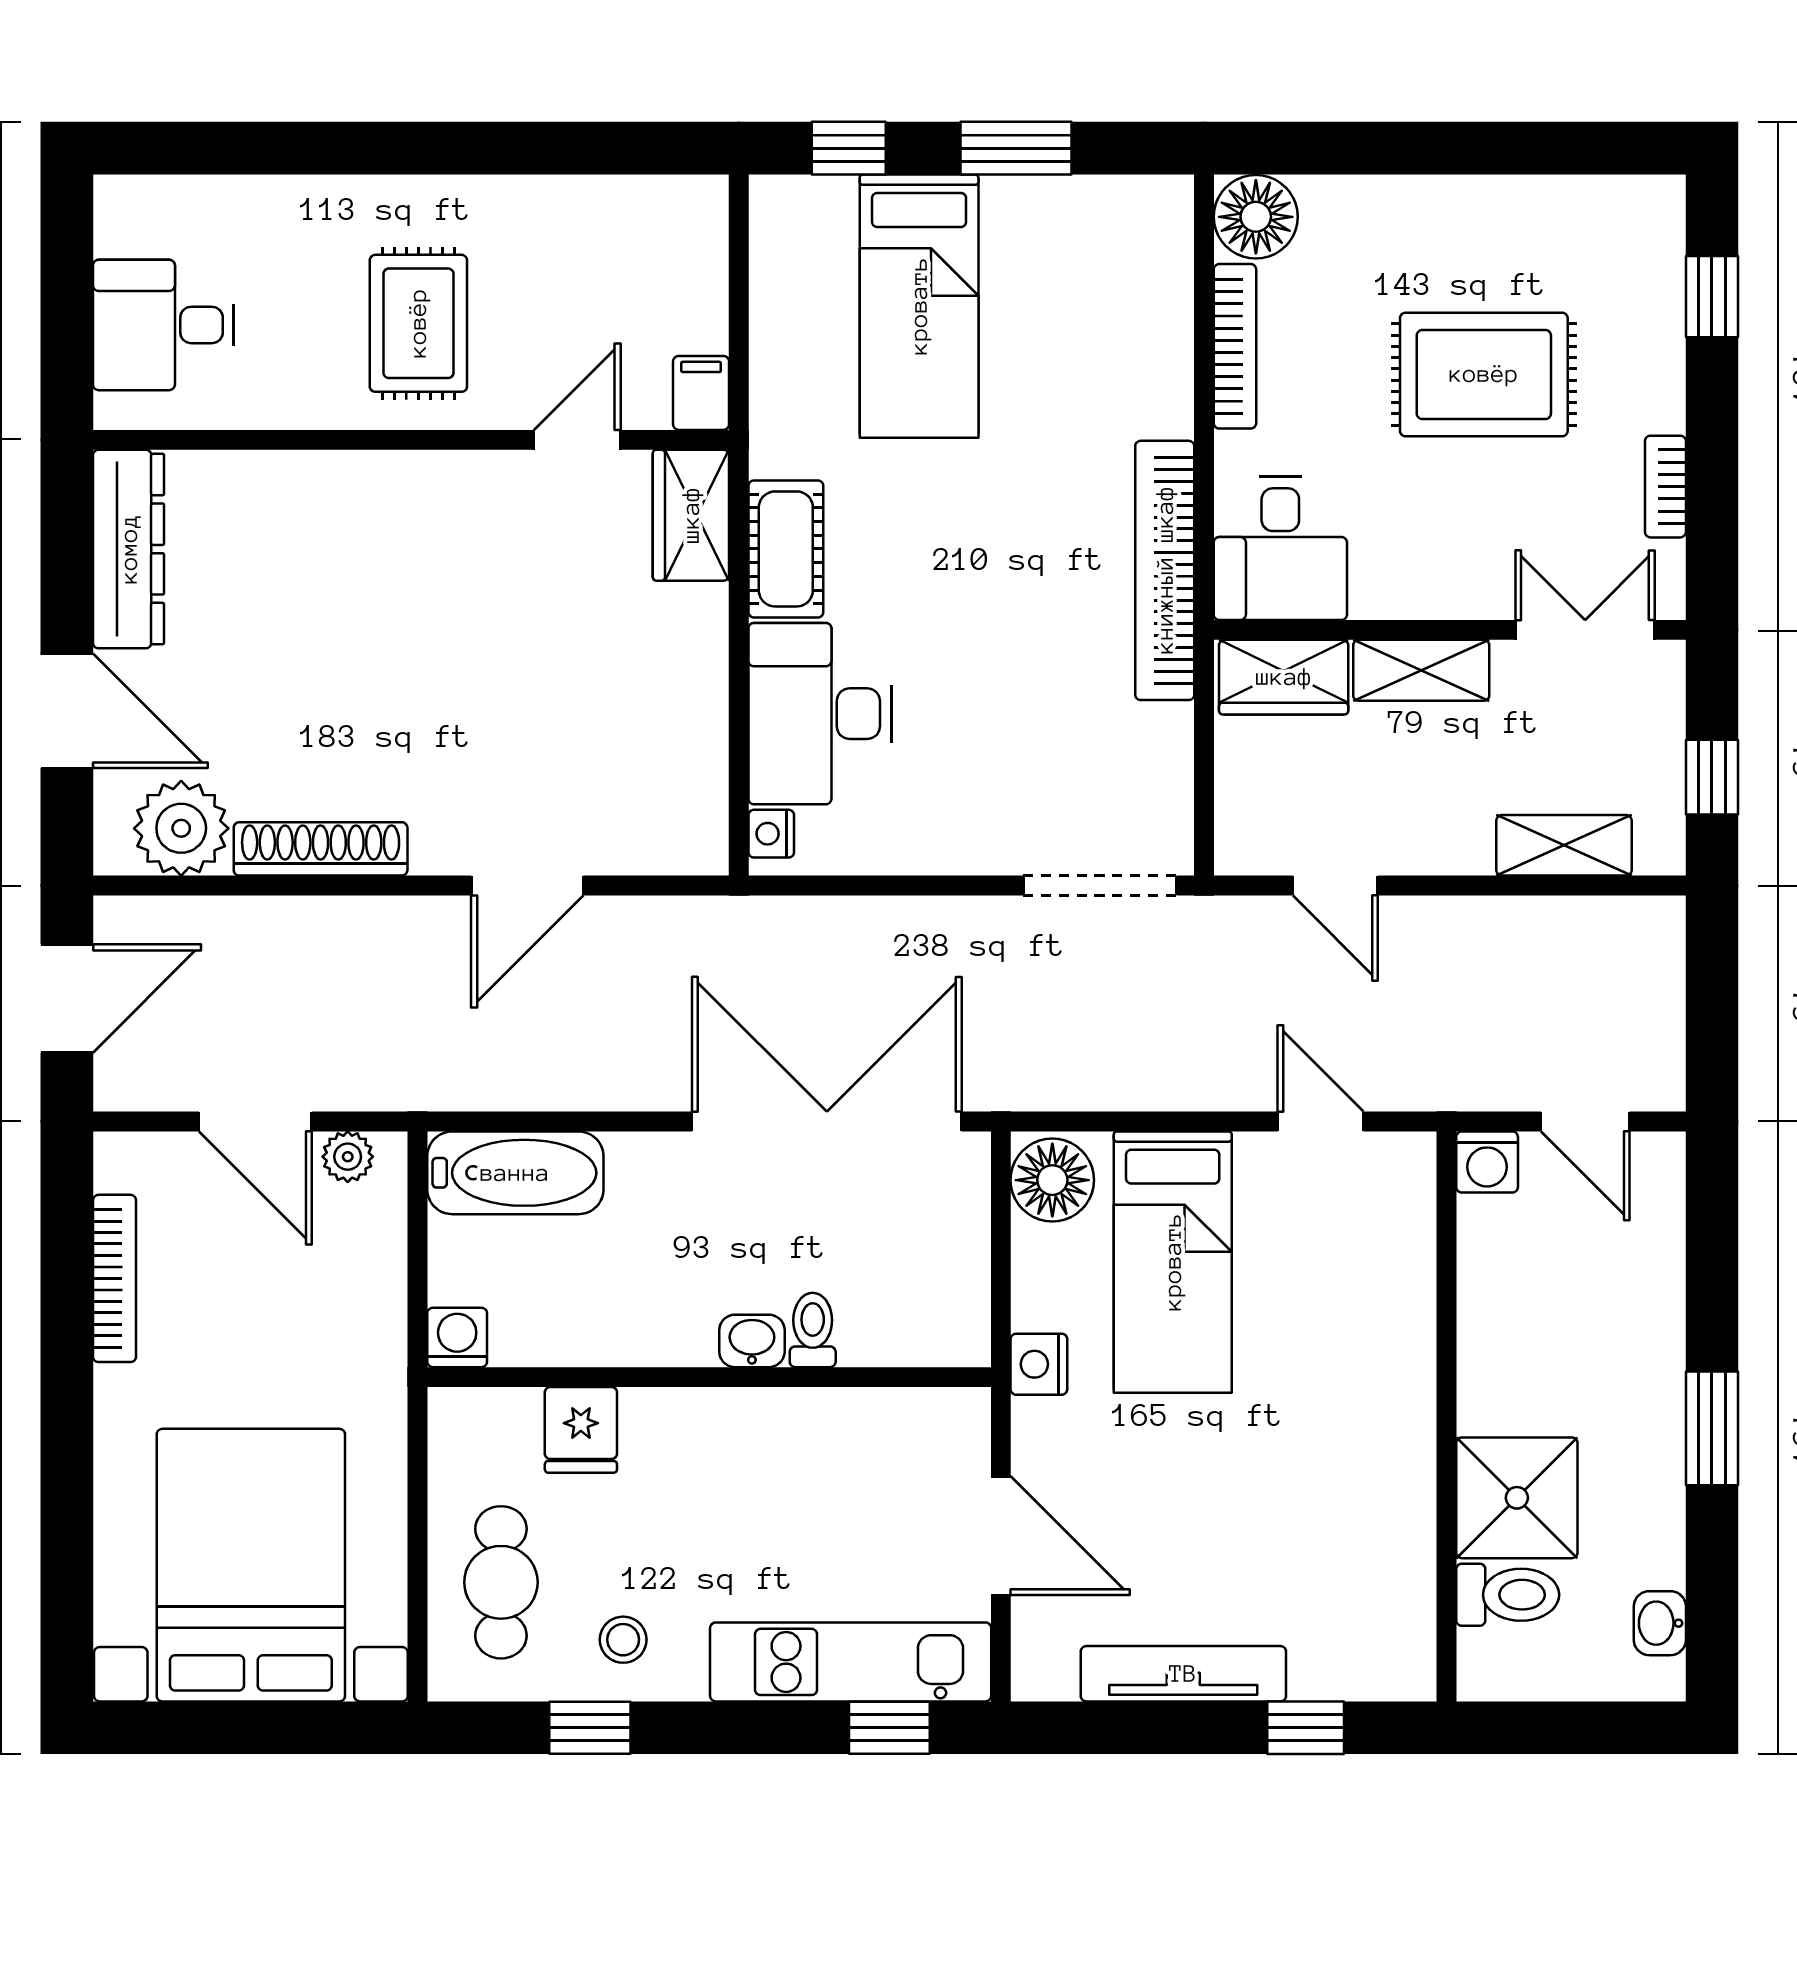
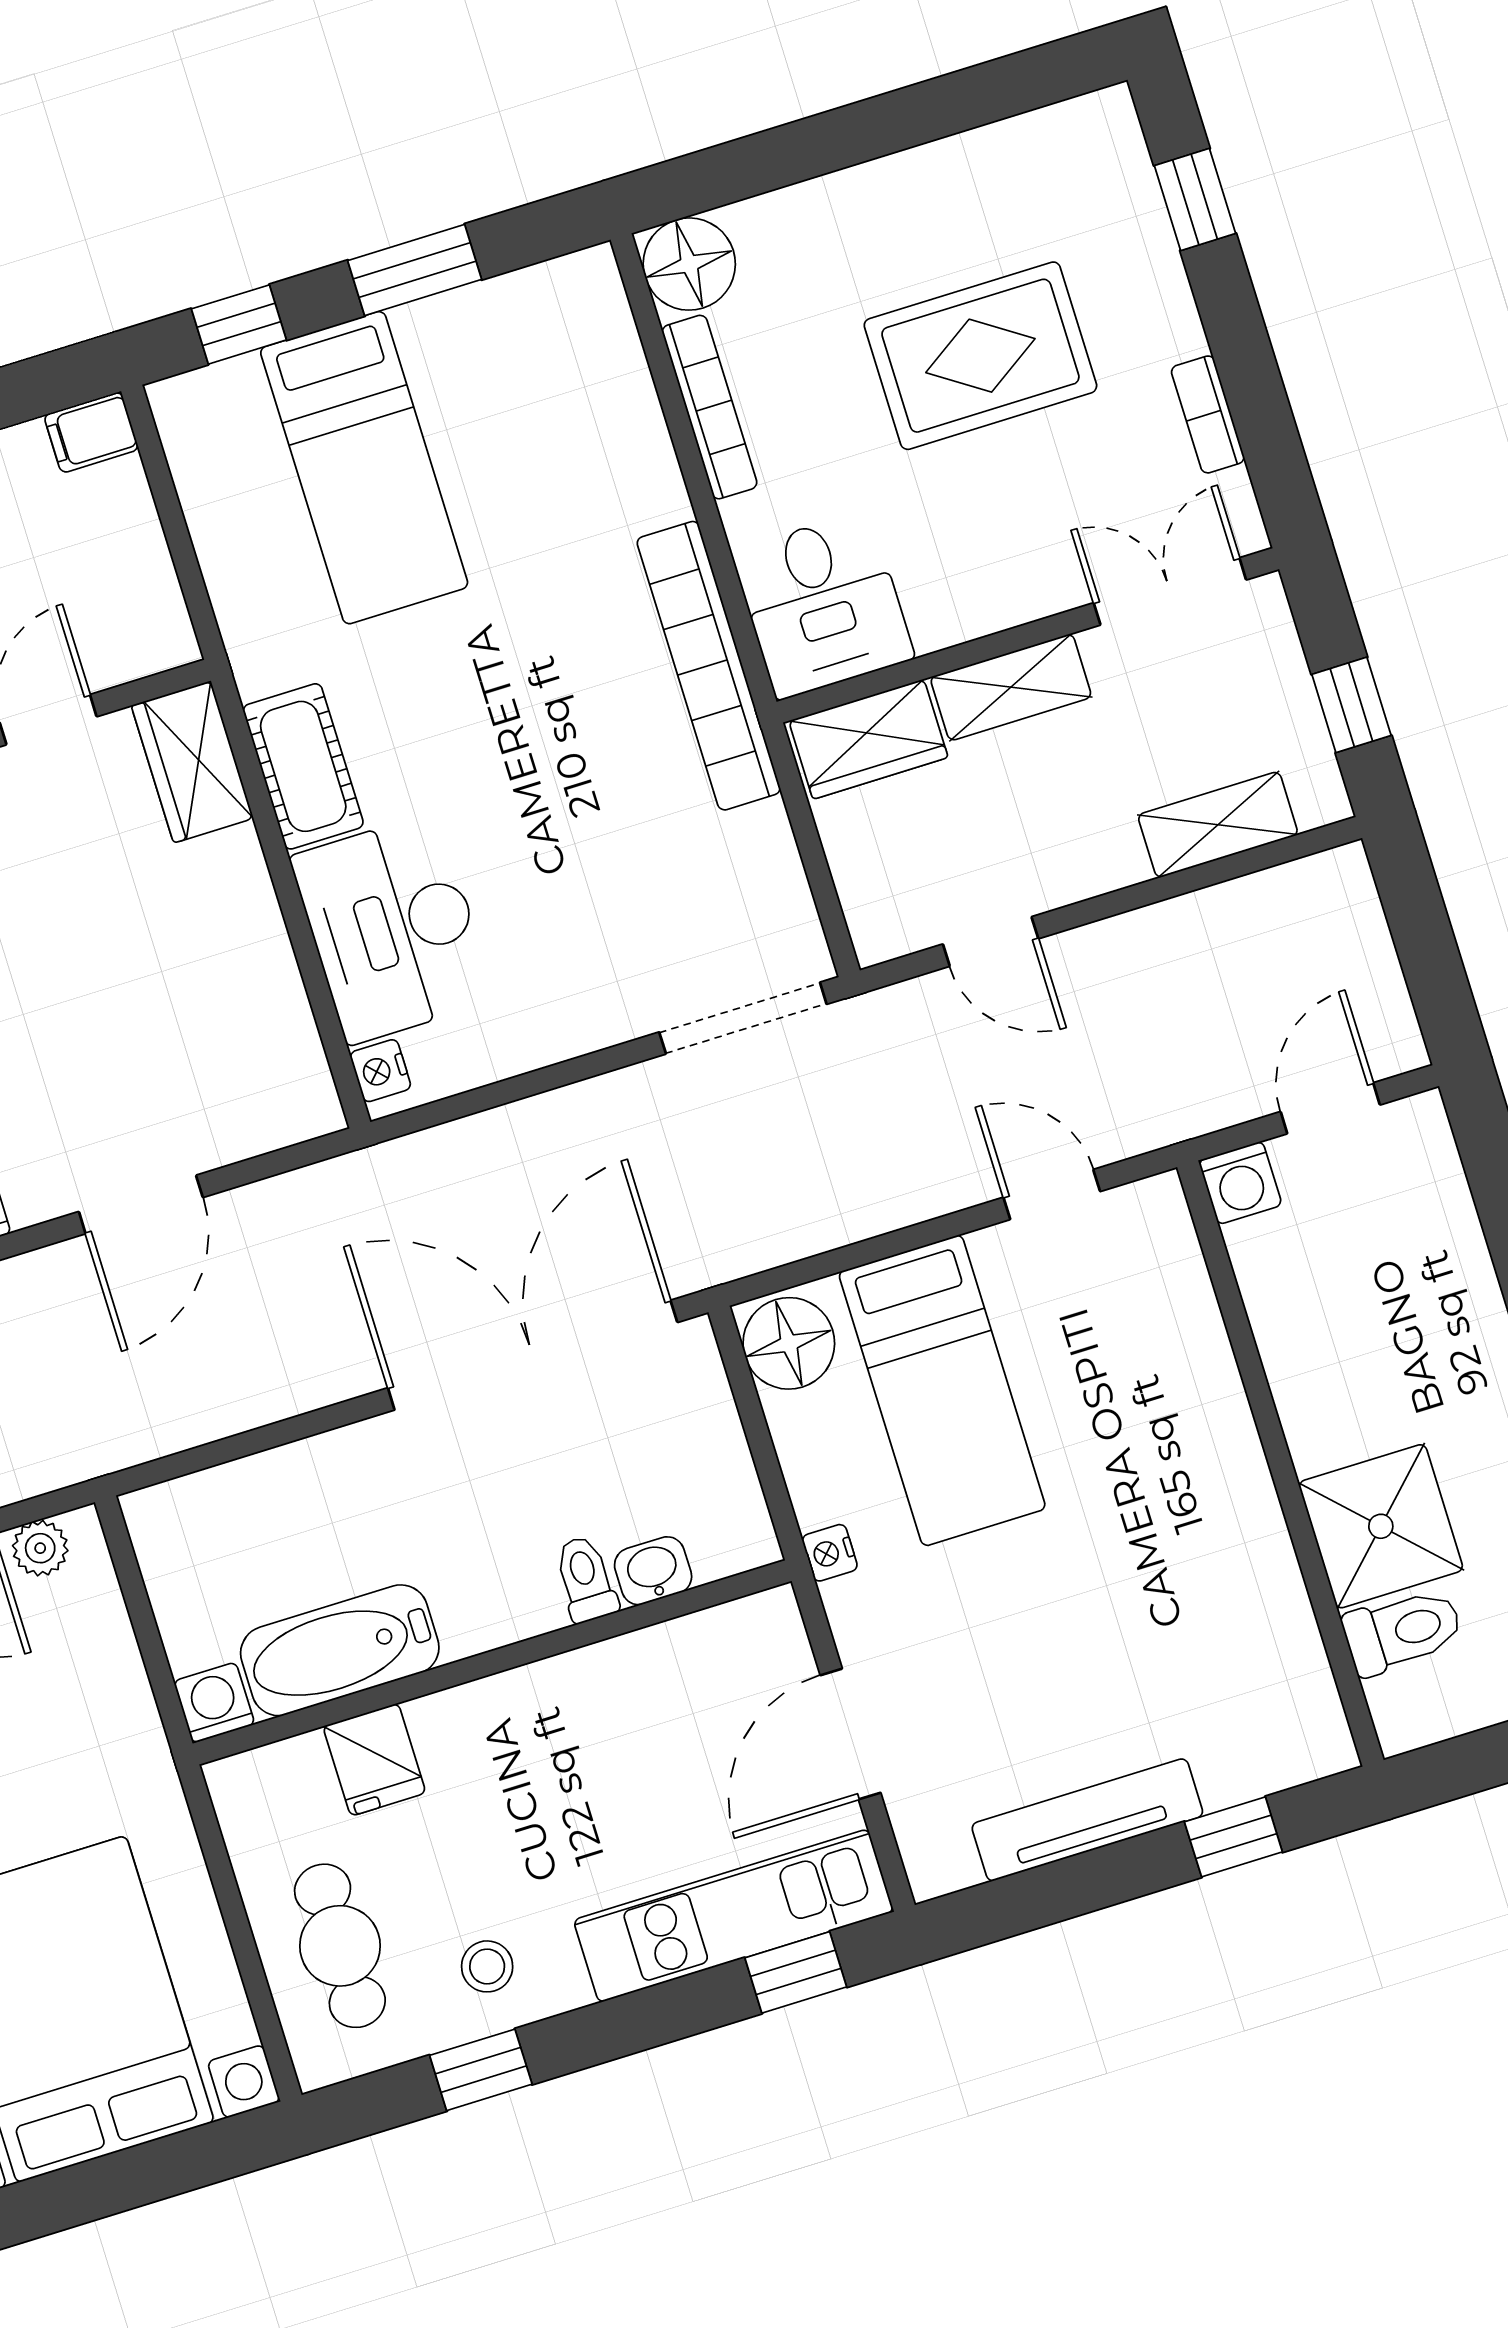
filing cabinet: (701, 393) -> (91, 432), moved, turned -90
door: (1585, 1121) -> (1330, 1108), swing flipped
bathtub: (515, 1173) -> (340, 1650), moved, turned 180
washbasin: (752, 1341) -> (653, 1571), moved
nightstand: (1039, 1364) -> (830, 1553), width x0.72, depth x0.74
door: (1001, 1536) -> (850, 1734), swing flipped

